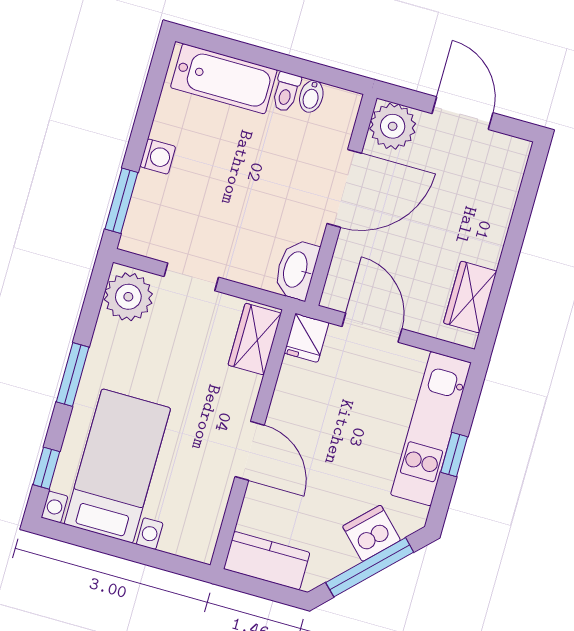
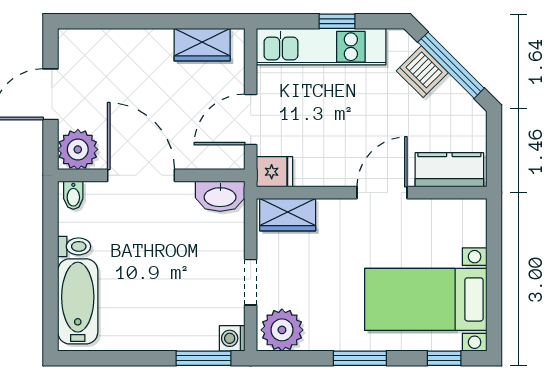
bidet: (311, 96) -> (73, 195), moved, turned 90
washing machine: (158, 157) -> (232, 338), moved, turned -90
kitchen counter: (267, 561) -> (449, 170), moved, turned 90

